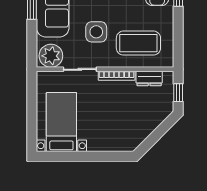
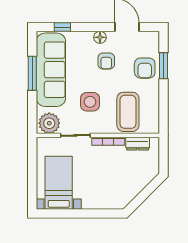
coffee table: (138, 43) -> (128, 112), turned 90
window: (178, 93) -> (164, 156), removed

